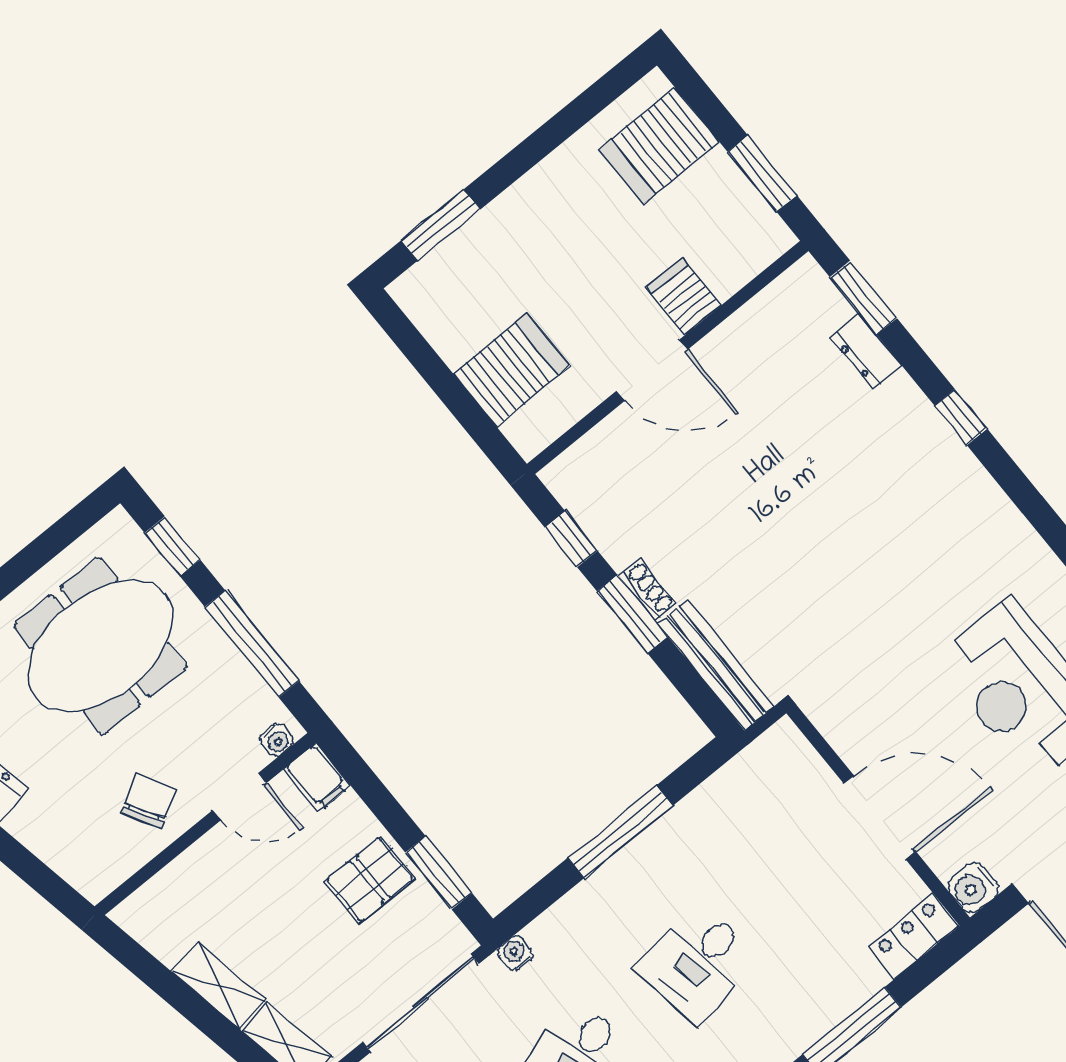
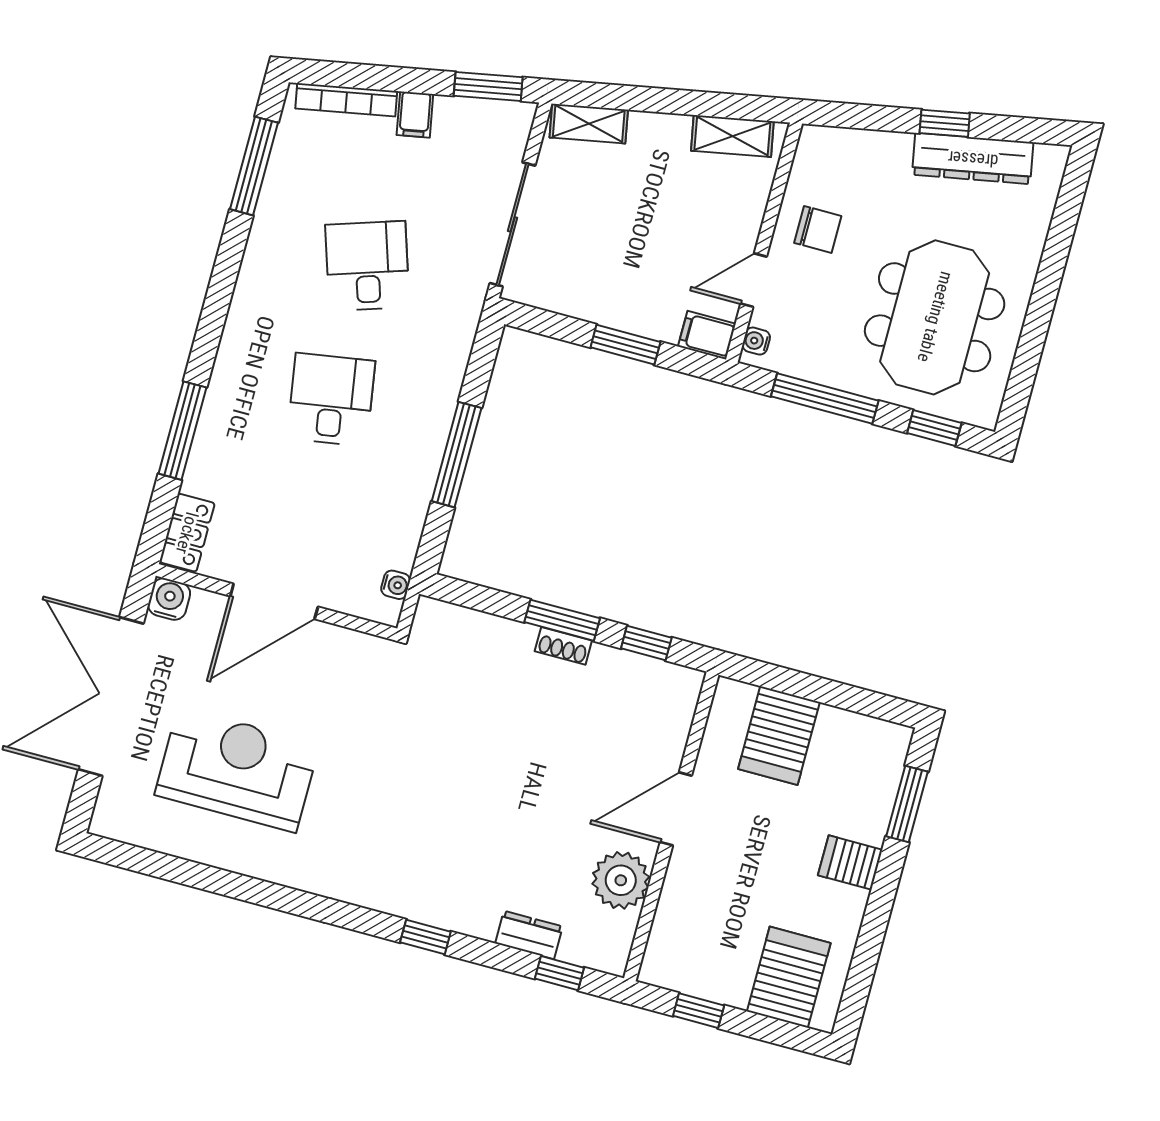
window: (762, 174) -> (699, 1011), width x0.67
server rack: (684, 296) -> (850, 862), moved, turned 180
window: (863, 298) -> (559, 973), width x0.67
plant: (748, 342) -> (621, 880), added
bench: (716, 665) -> (474, 627), removed
chair: (149, 801) -> (818, 229), turned -60
window: (439, 873) -> (625, 345), moved
pallet: (370, 879) -> (615, 288), removed
water cooler: (515, 953) -> (396, 585), moved
shelving: (219, 985) -> (732, 136), moved

